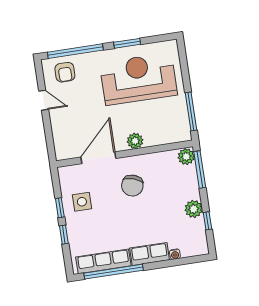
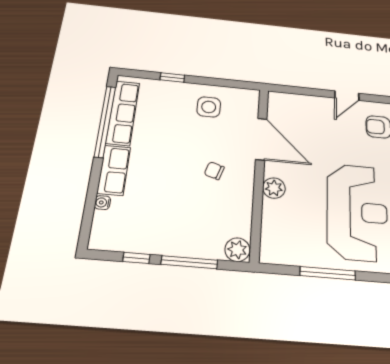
window: (191, 111) -> (328, 273), moved
window: (200, 169) -> (189, 262), moved
chair: (132, 186) -> (214, 171), width x0.54, depth x0.54
window: (60, 208) -> (208, 81), removed
plant: (194, 209) -> (159, 243), removed

